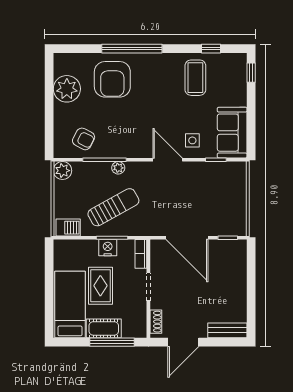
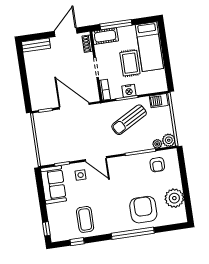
armchair: (84, 139) -> (157, 165), turned -117
plant: (118, 168) -> (157, 144), moved
cot: (104, 328) -> (105, 36), moved

